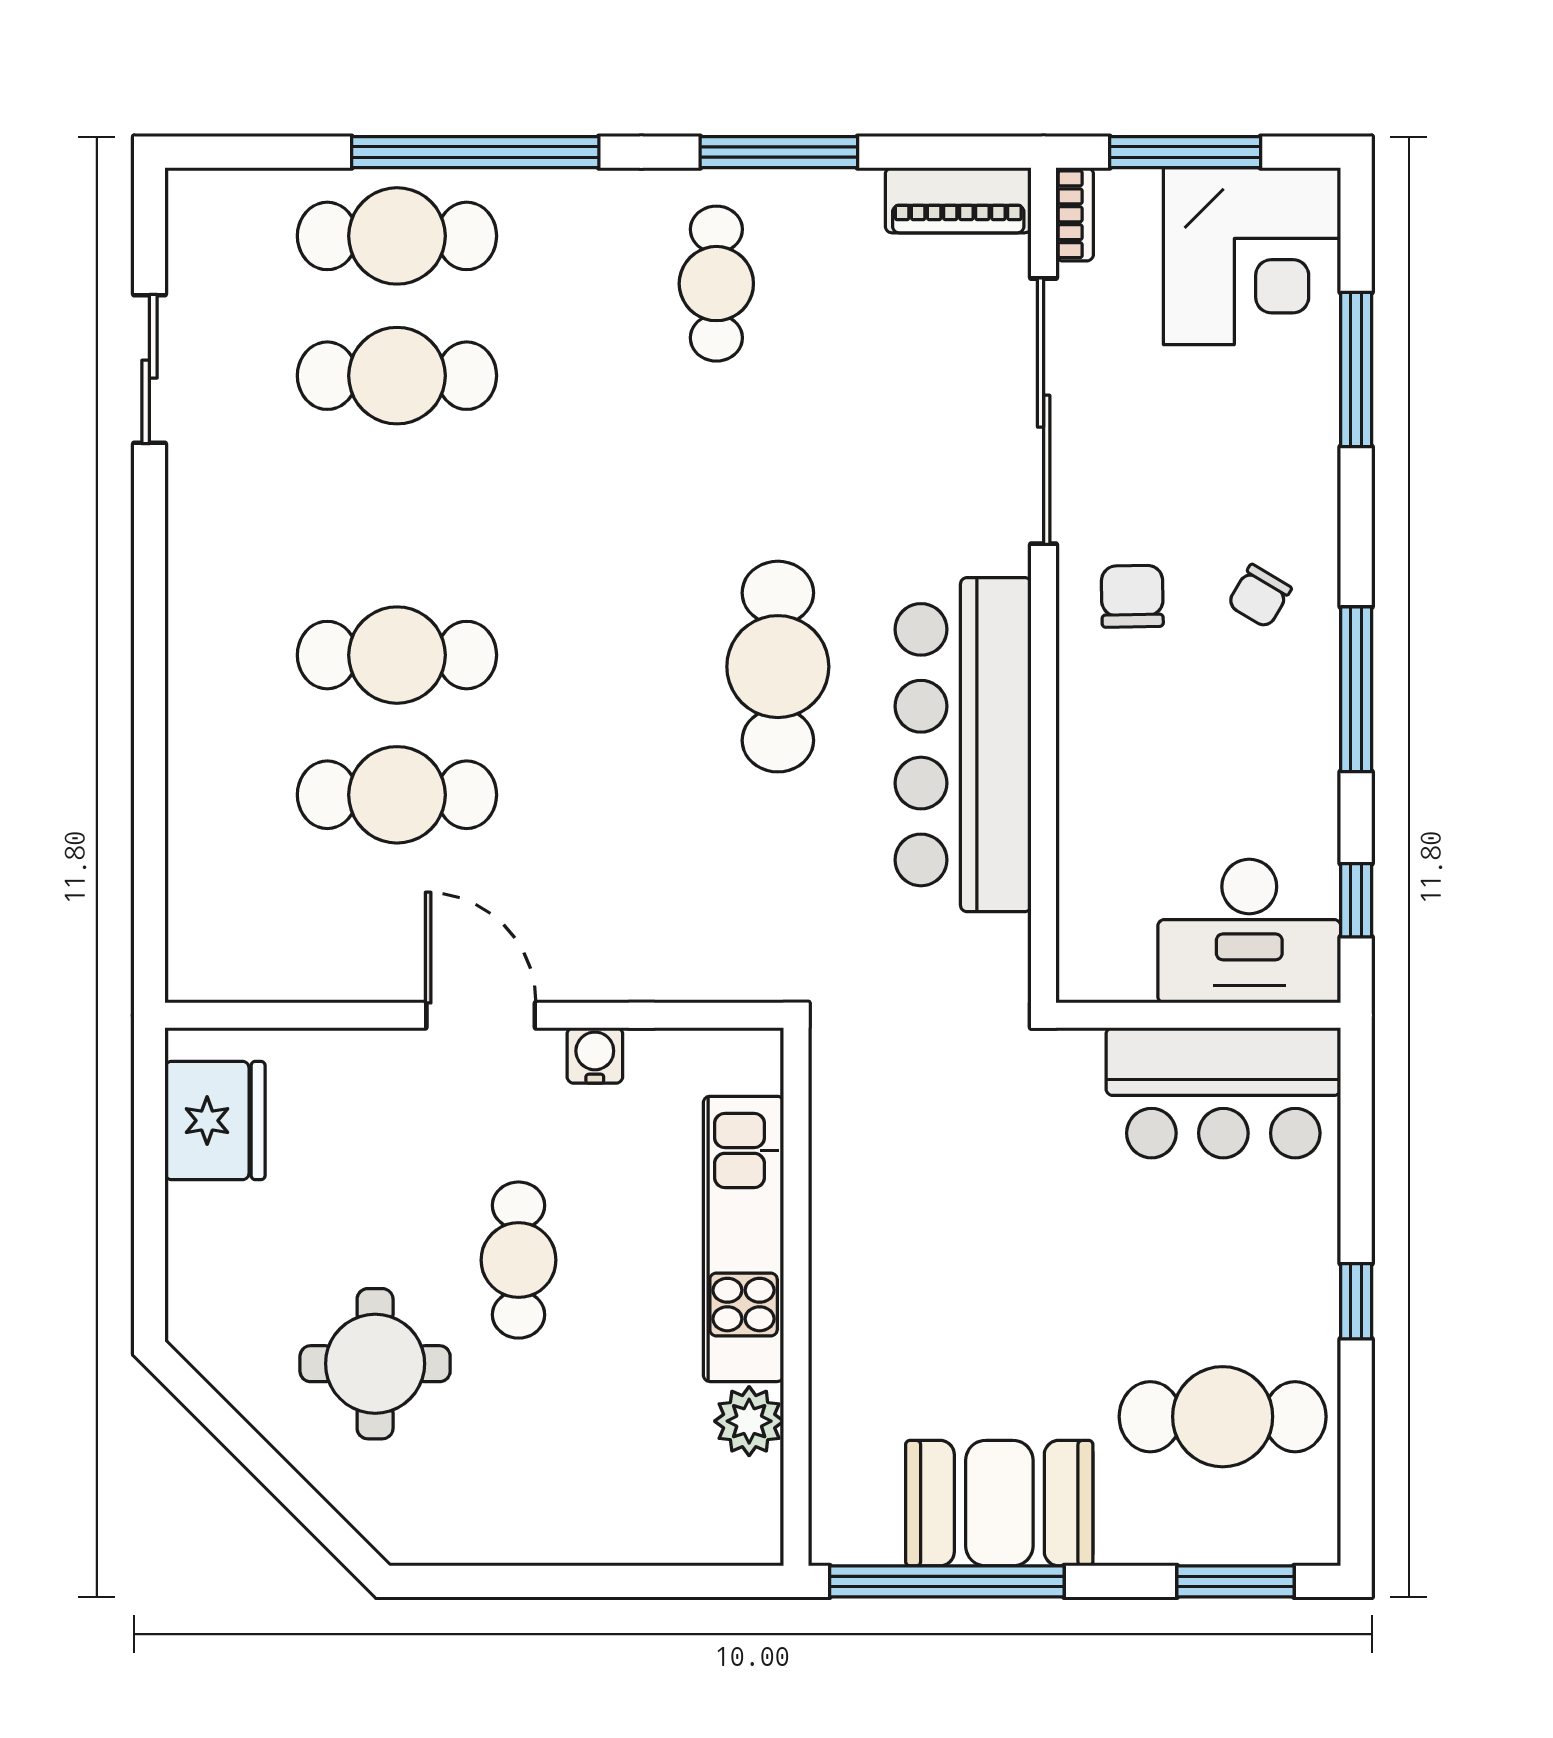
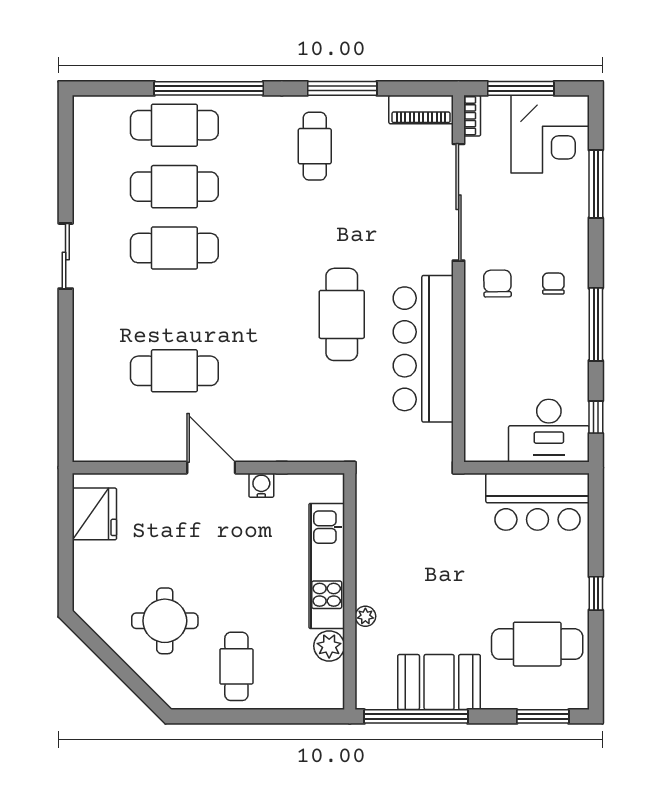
sliding door: (149, 369) -> (66, 256), moved
chair: (1259, 596) -> (553, 284), turned 149
cafe table: (397, 655) -> (174, 248), moved
cafe table: (519, 1260) -> (236, 666), moved
plant: (832, 1353) -> (365, 616), added

